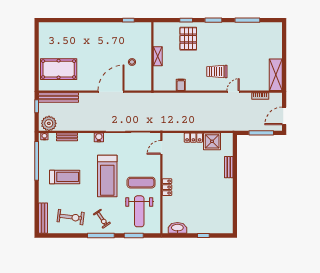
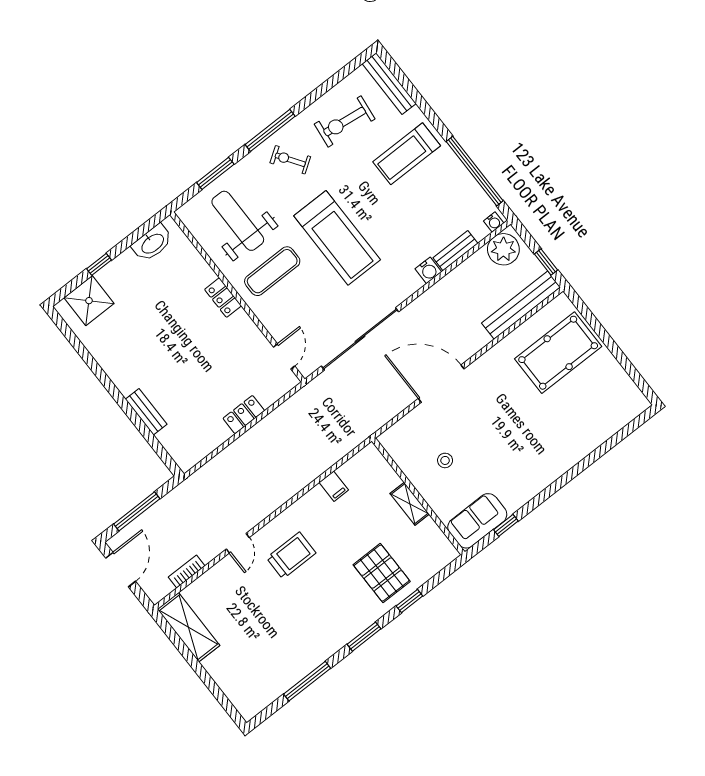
sofa: (138, 30) -> (477, 521), added
door: (111, 92) -> (441, 384), swing flipped
water cooler: (99, 137) -> (428, 270), moved
shower: (212, 141) -> (89, 301), moved
treadmill: (107, 176) -> (337, 238), turned 180
treadmill: (65, 177) -> (407, 154), moved

